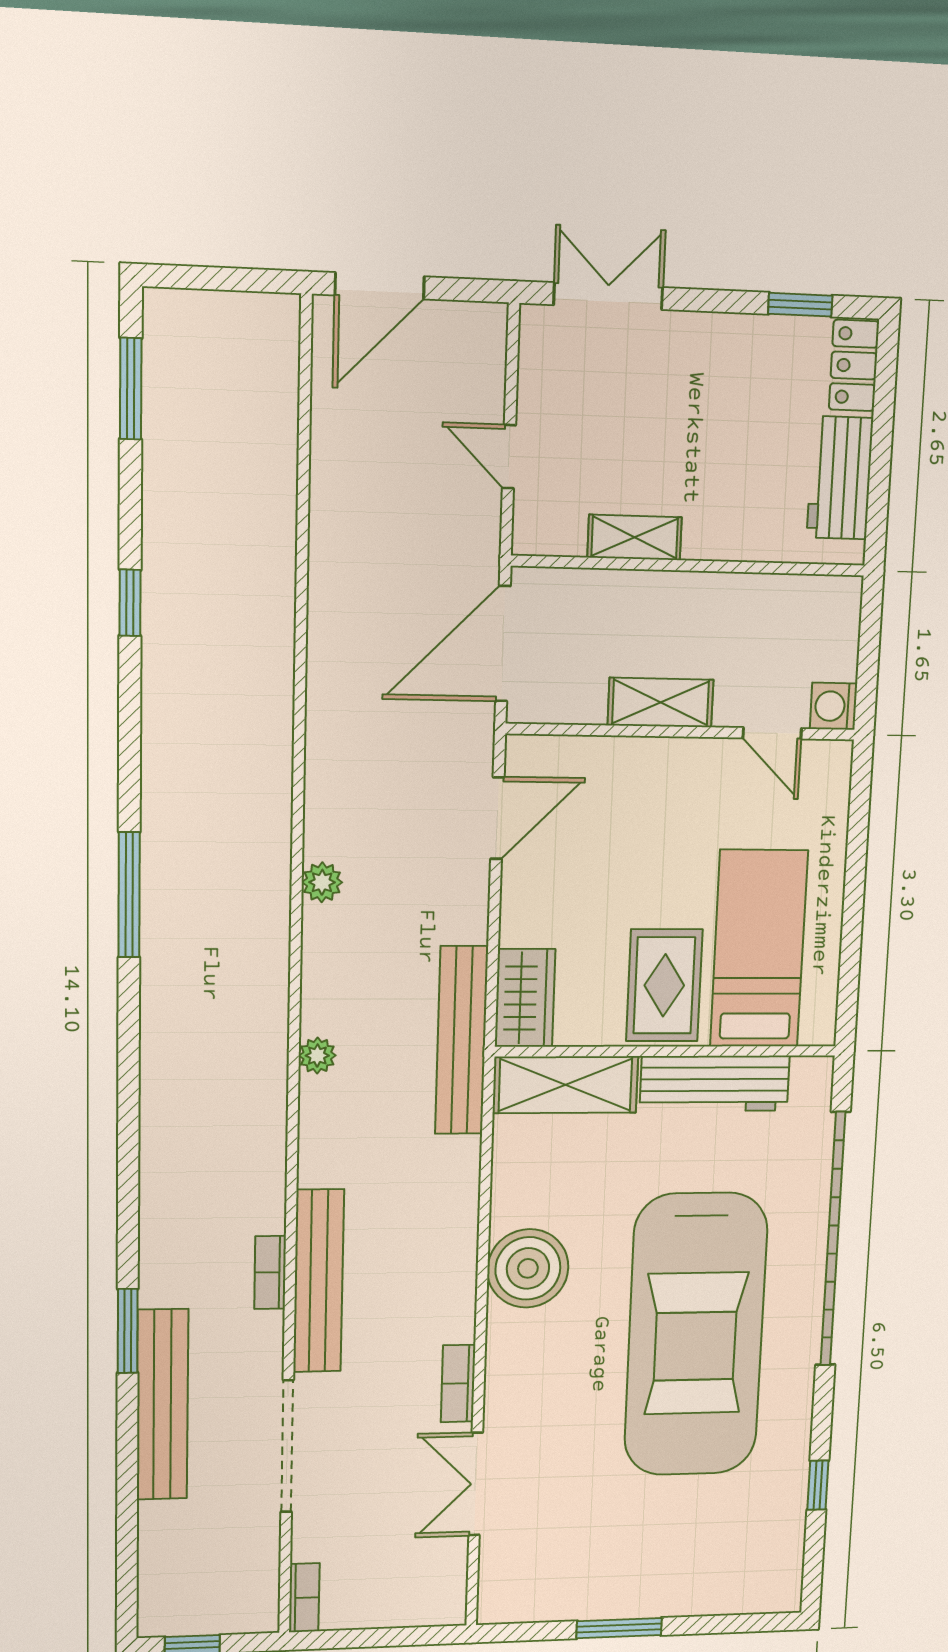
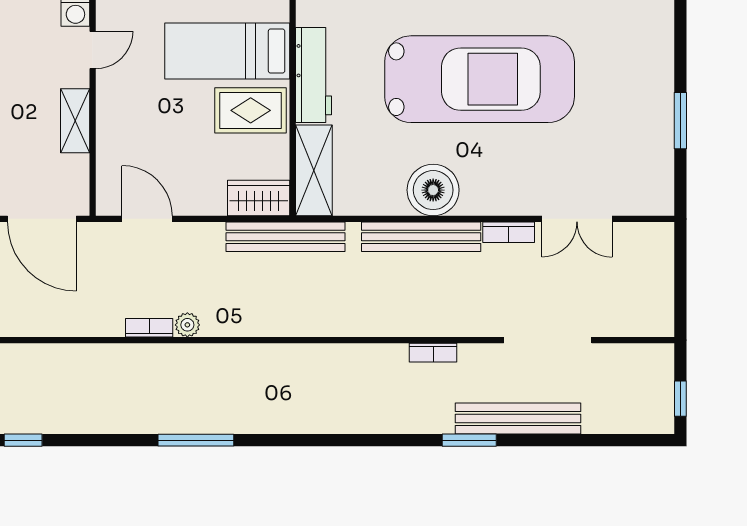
plant: (317, 1056) -> (295, 326), removed
bench: (319, 1281) -> (421, 237), moved
bookcase: (304, 1598) -> (149, 328), moved

